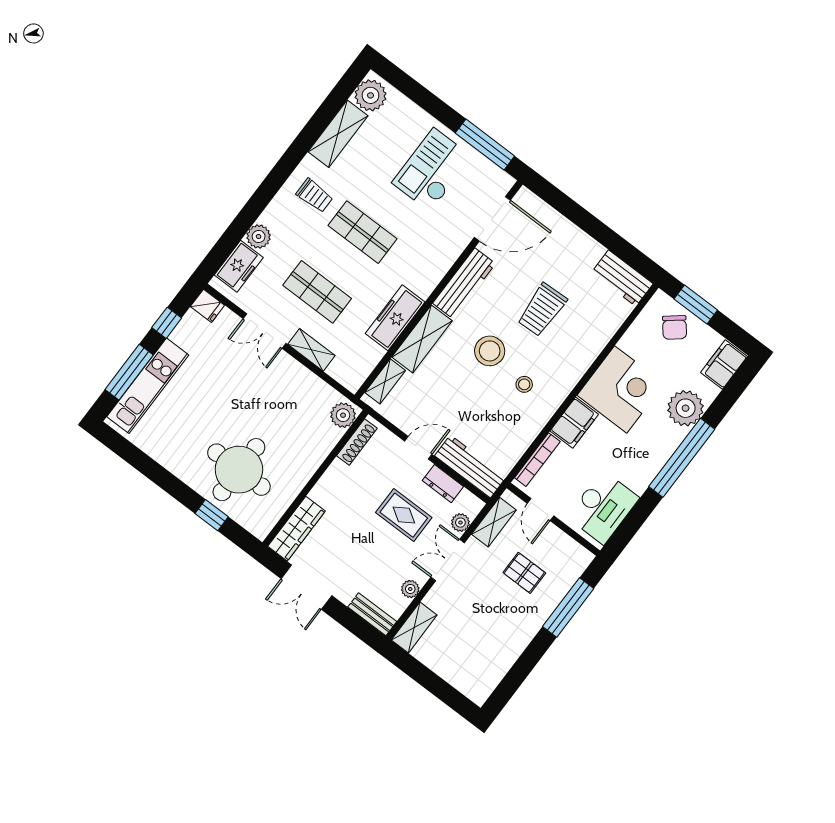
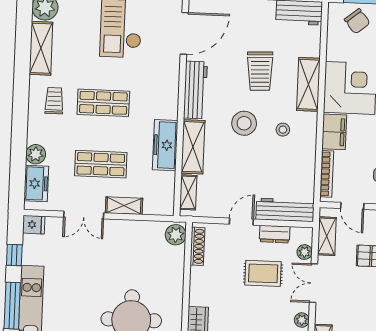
trolley: (315, 196) -> (54, 101), turned -90
shelving: (581, 357) -> (308, 84), added

